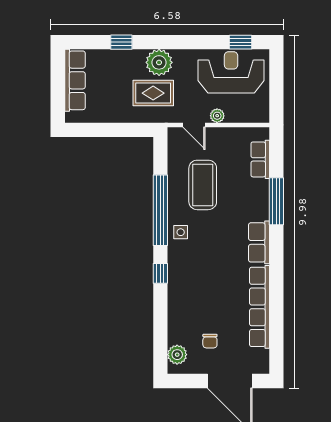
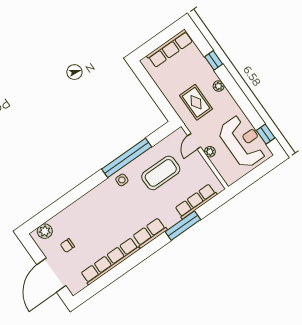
plant: (159, 62) -> (219, 86), width x0.53, depth x0.53
row of seats: (260, 159) -> (196, 201), width x1.48
window: (160, 273) -> (88, 185), removed

